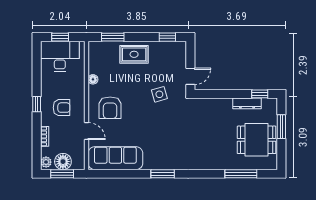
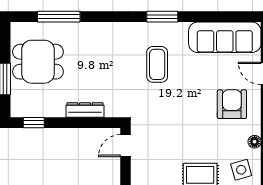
side table: (159, 94) -> (241, 170), moved
dresser: (247, 103) -> (85, 110), moved
coffee table: (167, 138) -> (157, 64), added

